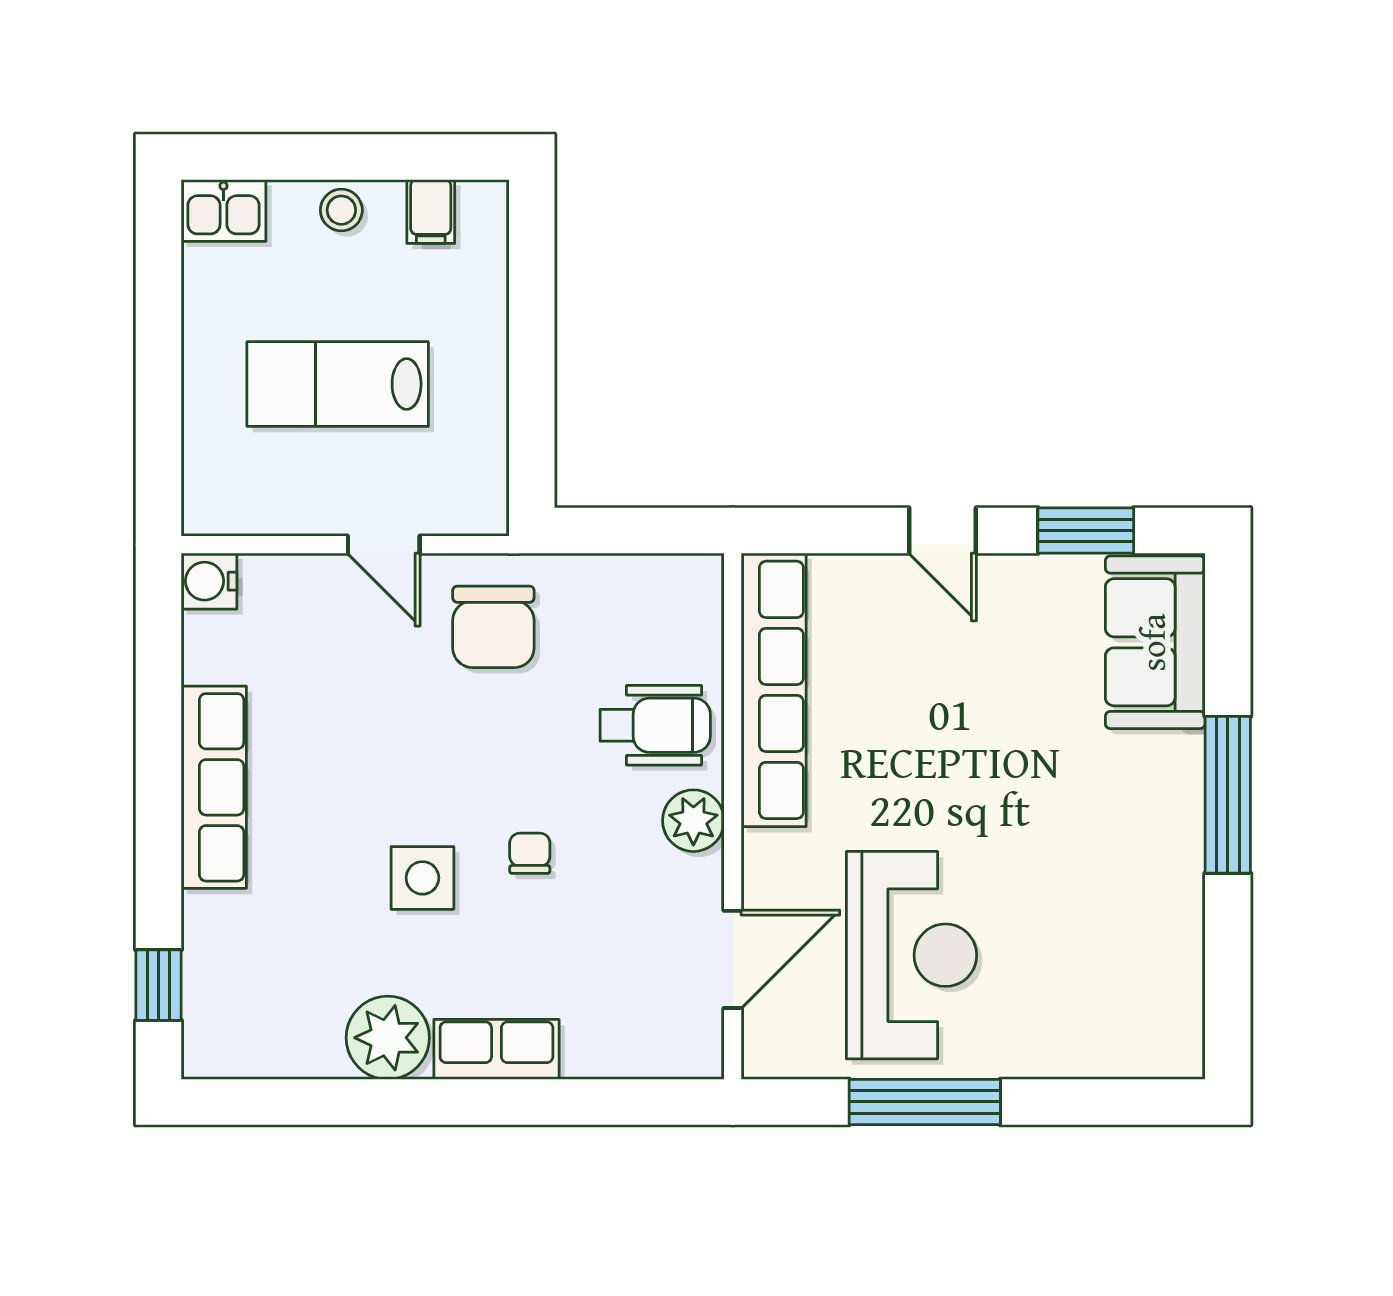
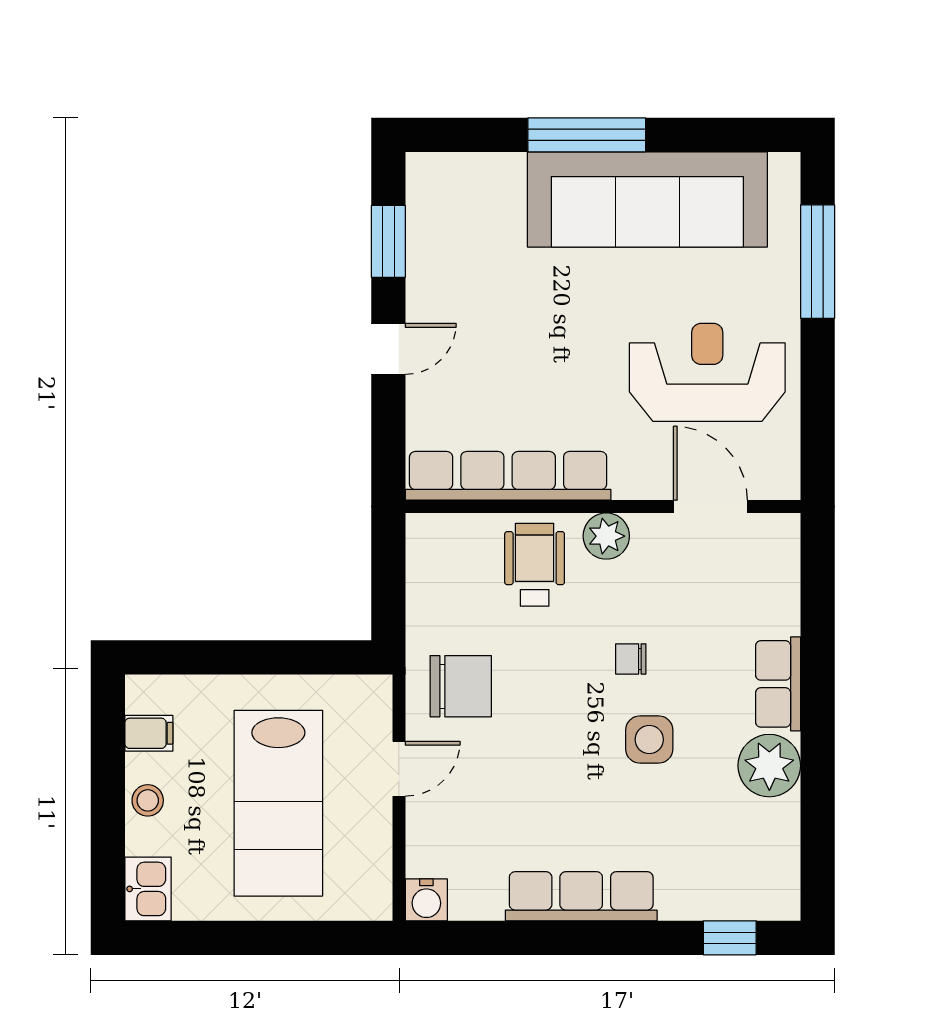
lab bench: (338, 384) -> (278, 803), width x1.36, depth x1.39
sofa: (1155, 642) -> (647, 199), moved, width x1.85, depth x1.27
window: (925, 1102) -> (818, 262), moved

